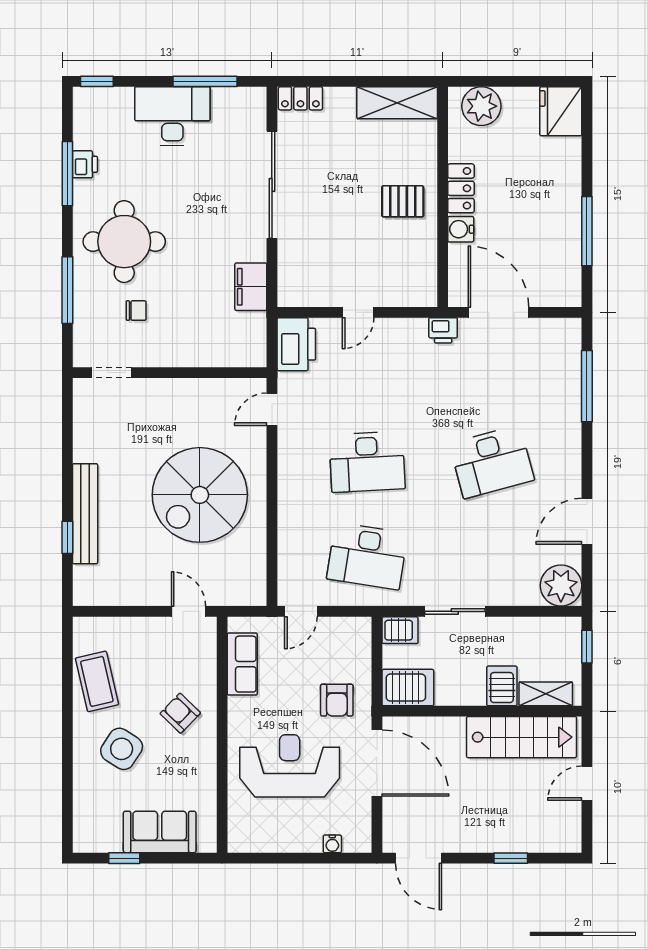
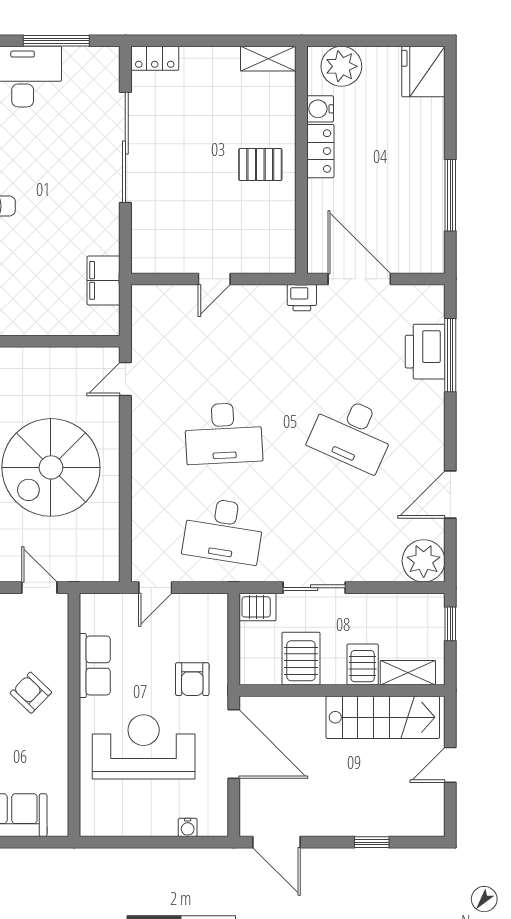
shelving: (397, 103) -> (268, 59), width x0.67, depth x0.75
water cooler: (461, 229) -> (320, 109), moved
filing cabinet: (251, 287) -> (104, 280), moved
printer: (296, 344) -> (425, 352), moved, turned 180
desk: (492, 462) -> (352, 433), turned 39
row of seats: (242, 664) -> (95, 665), moved
server rack: (408, 688) -> (301, 659), moved, turned -90

